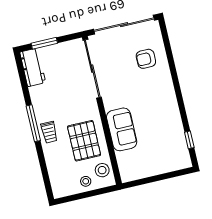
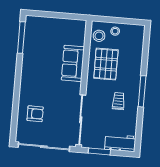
window: (44, 43) -> (99, 151), moved
workbench: (33, 67) -> (120, 143), moved, turned 90
trolley: (49, 132) -> (119, 101), moved
window: (189, 140) -> (21, 38), width x2.17

